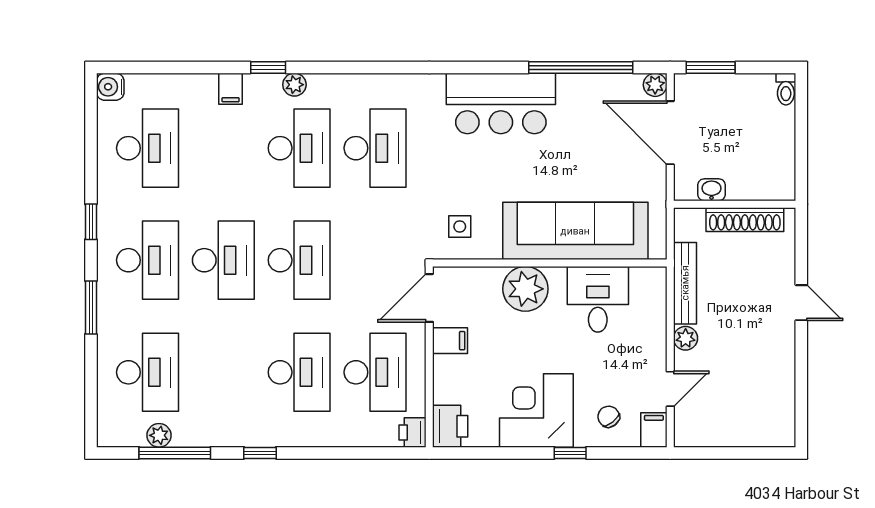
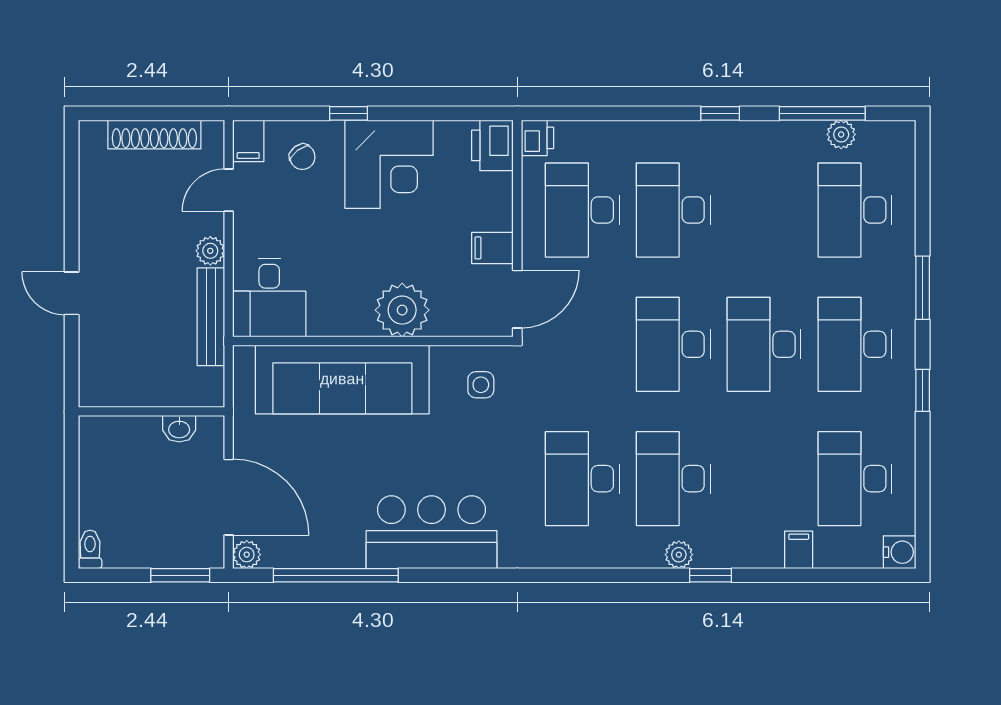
filing cabinet: (231, 89) -> (799, 550), moved
shoe rack: (745, 220) -> (154, 134), moved, turned 180
desk: (598, 299) -> (269, 298), moved

